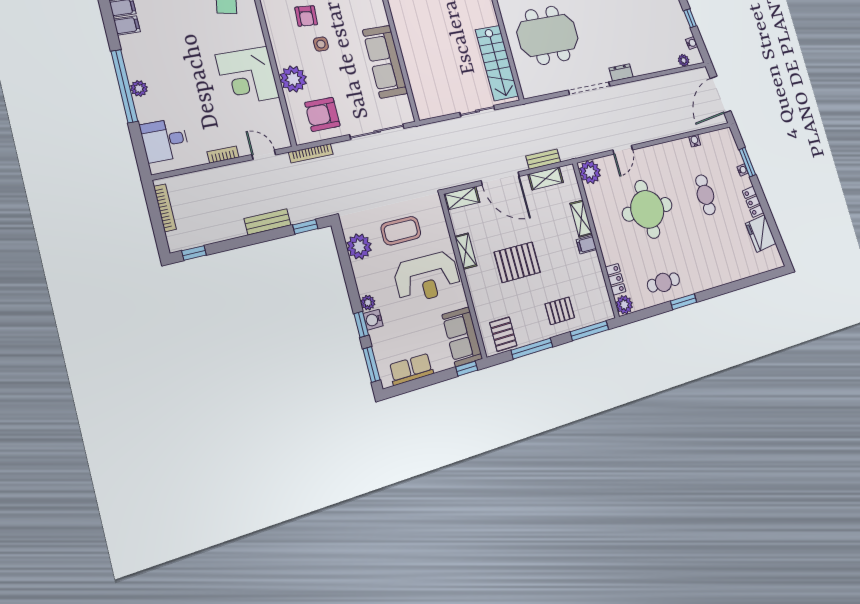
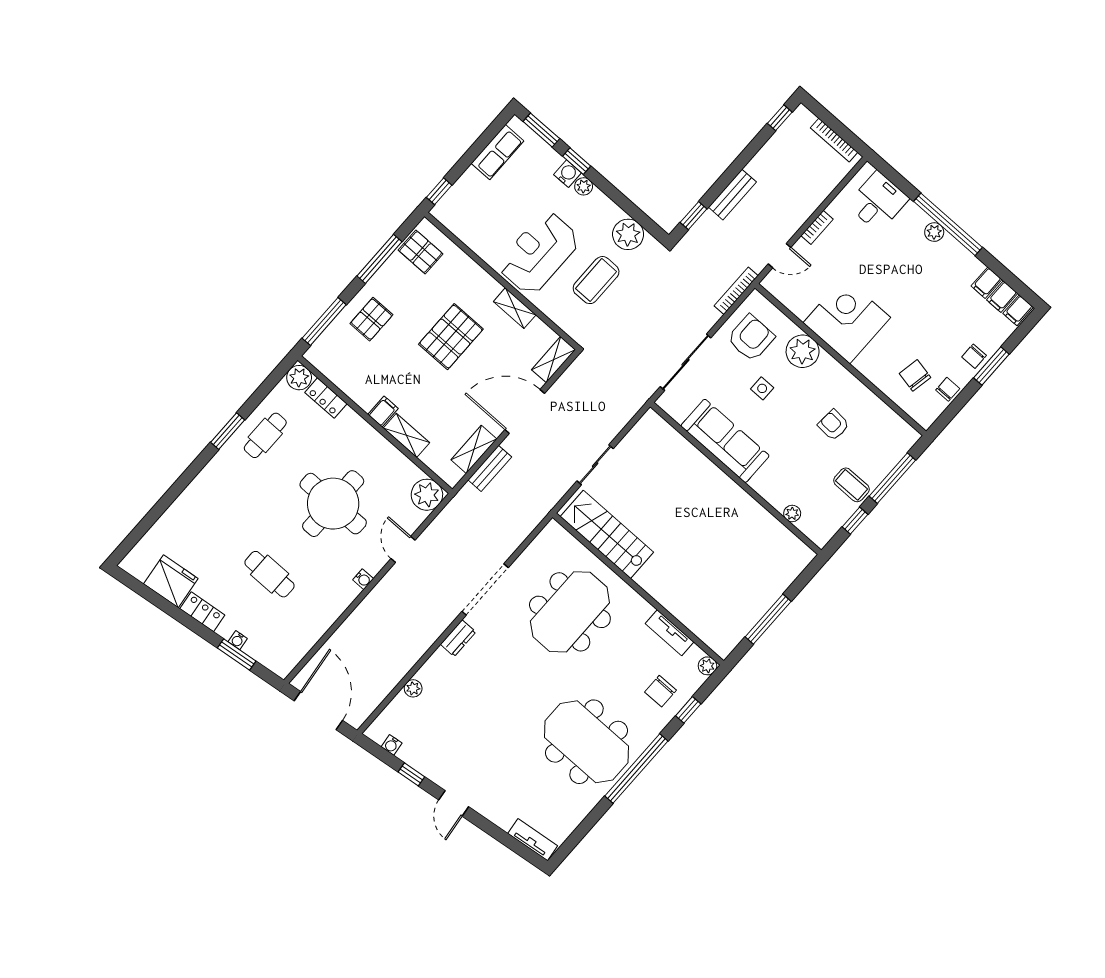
side table: (321, 44) -> (762, 388), moved
plant: (684, 60) -> (413, 688), moved
water cooler: (695, 141) -> (363, 579), moved
sofa: (462, 337) -> (464, 220), removed

